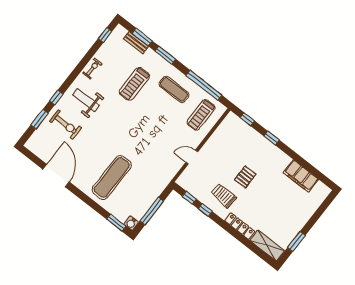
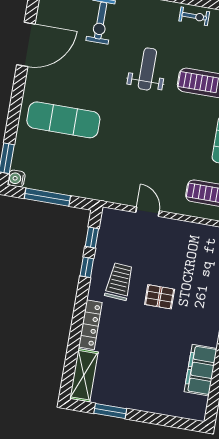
weight bench: (86, 100) -> (147, 69), moved

